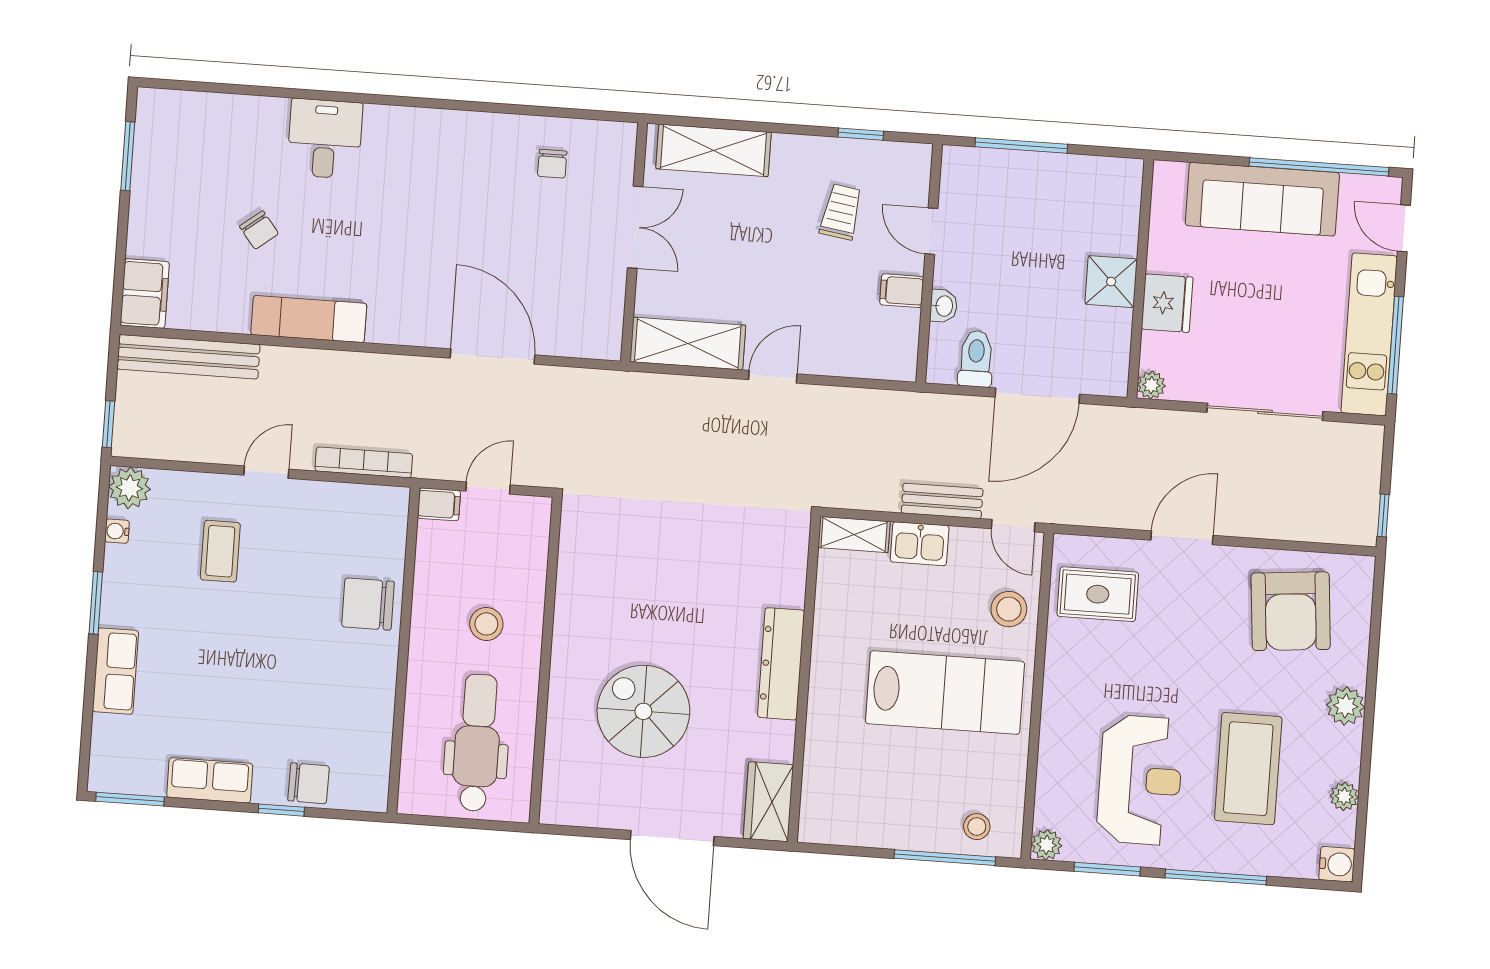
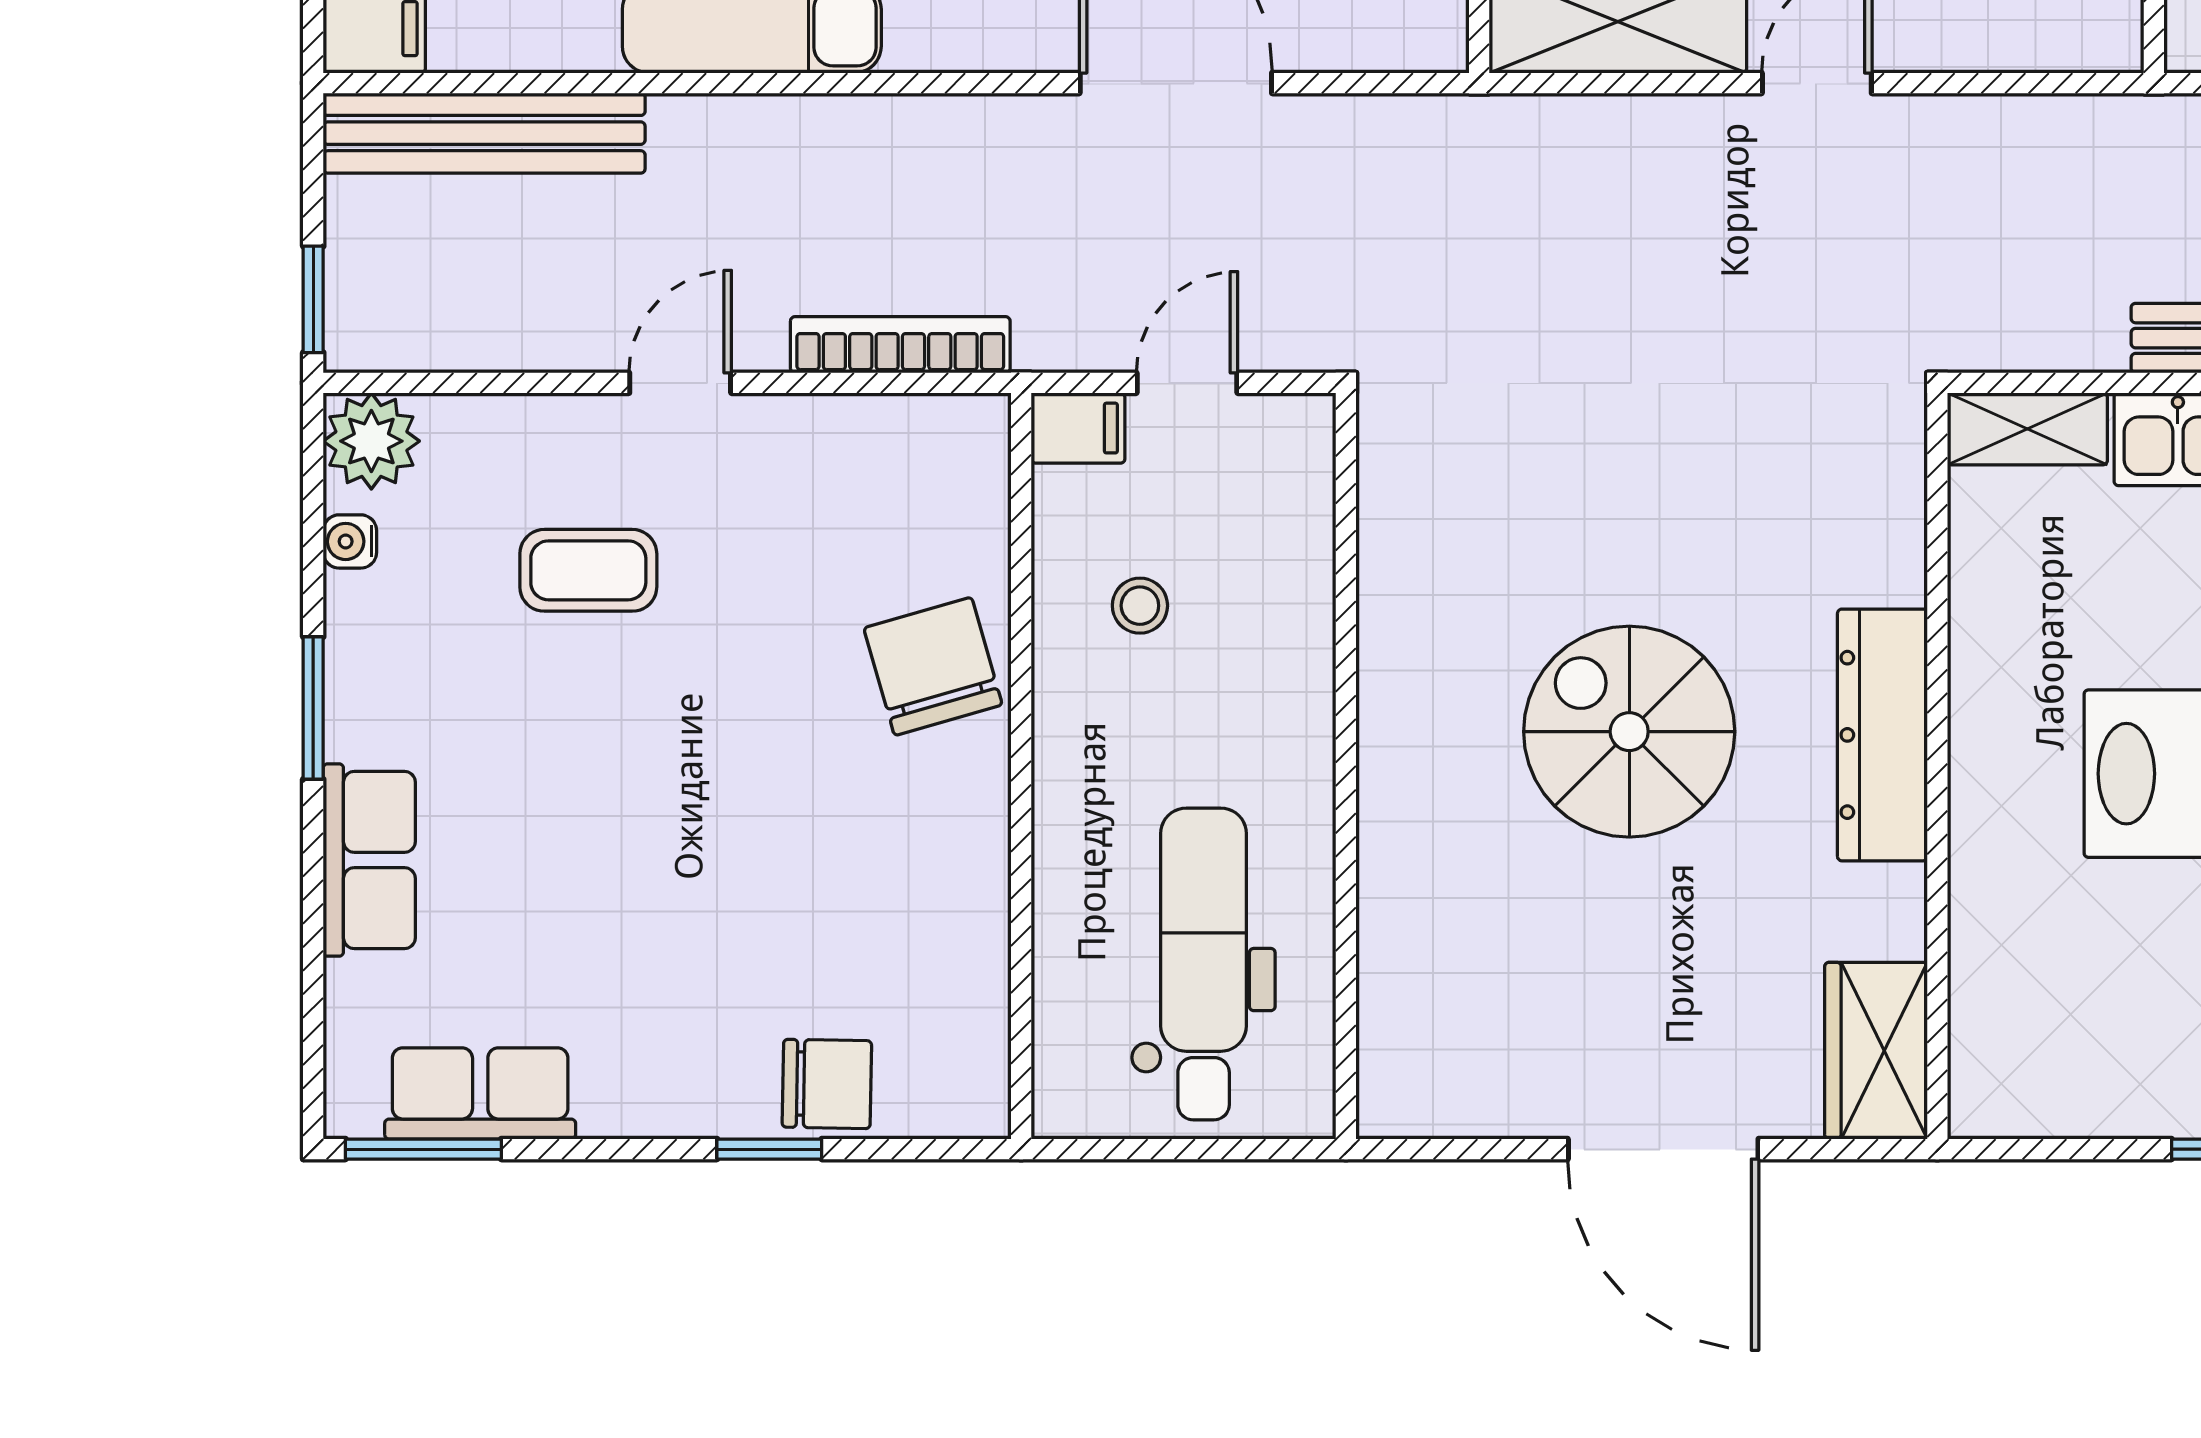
coffee table: (220, 551) -> (588, 570), turned 90
chair: (368, 604) -> (933, 666), turned 74
stool: (486, 624) -> (1140, 606), moved, width x0.73, depth x0.73
spiral stairs: (643, 711) -> (1629, 732), moved
row of seats: (210, 780) -> (480, 1093), moved

